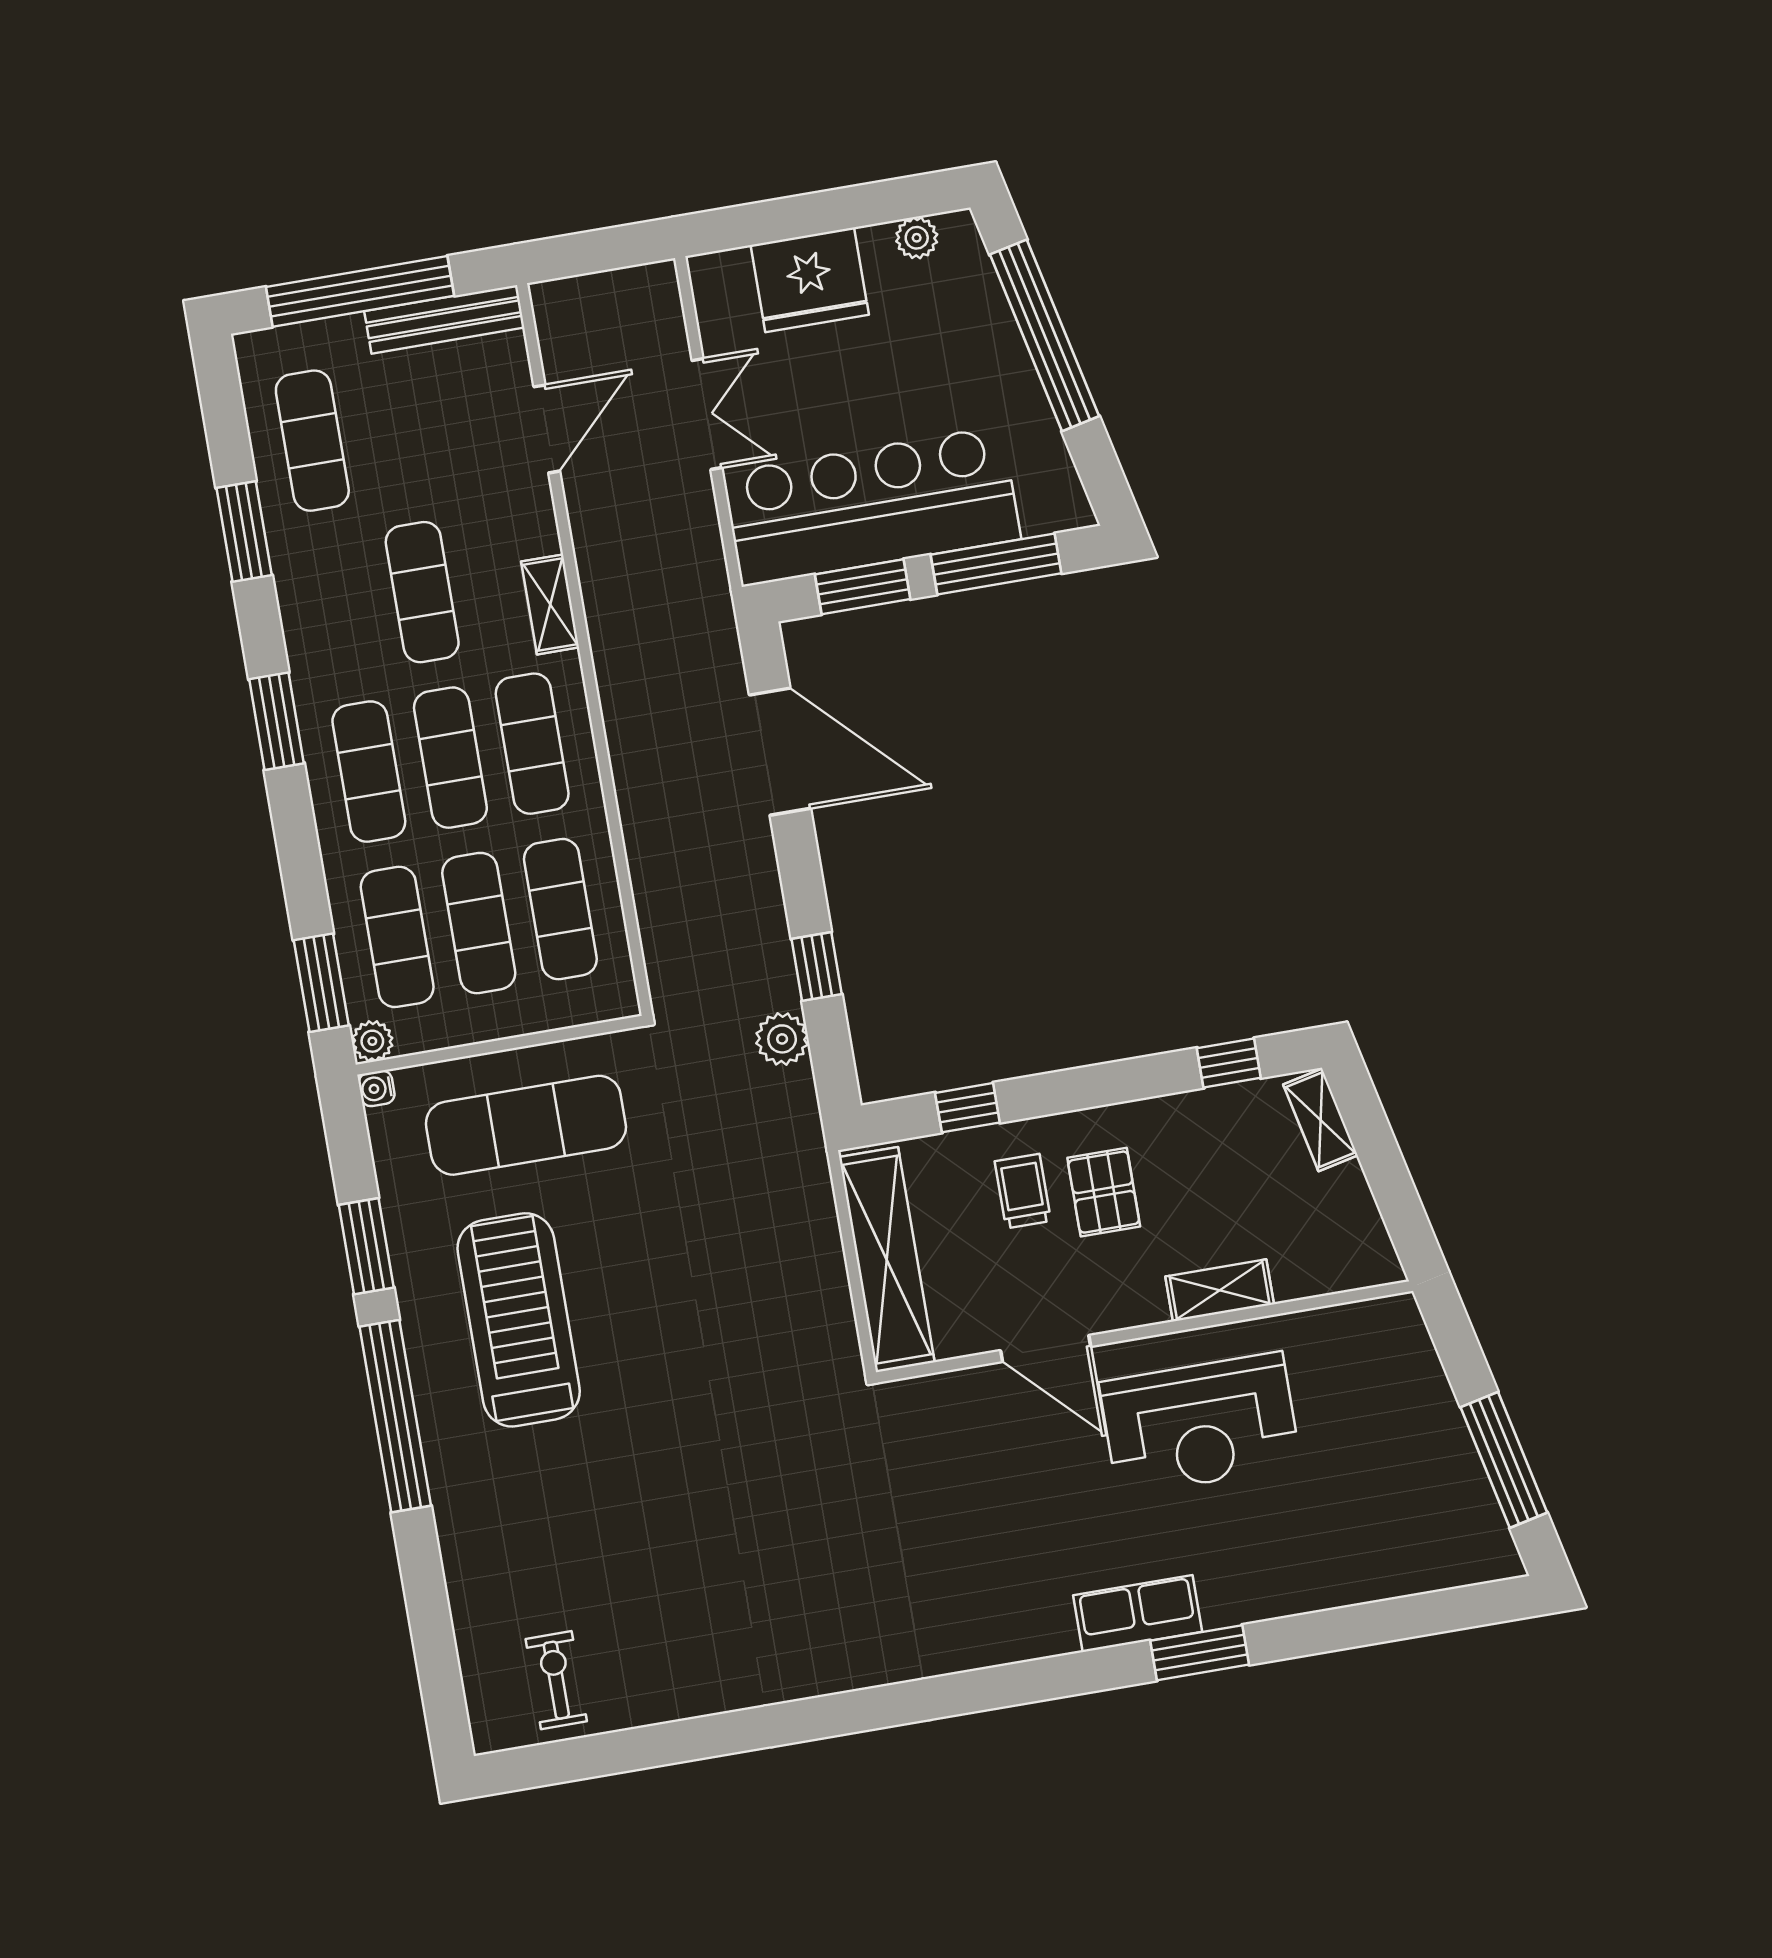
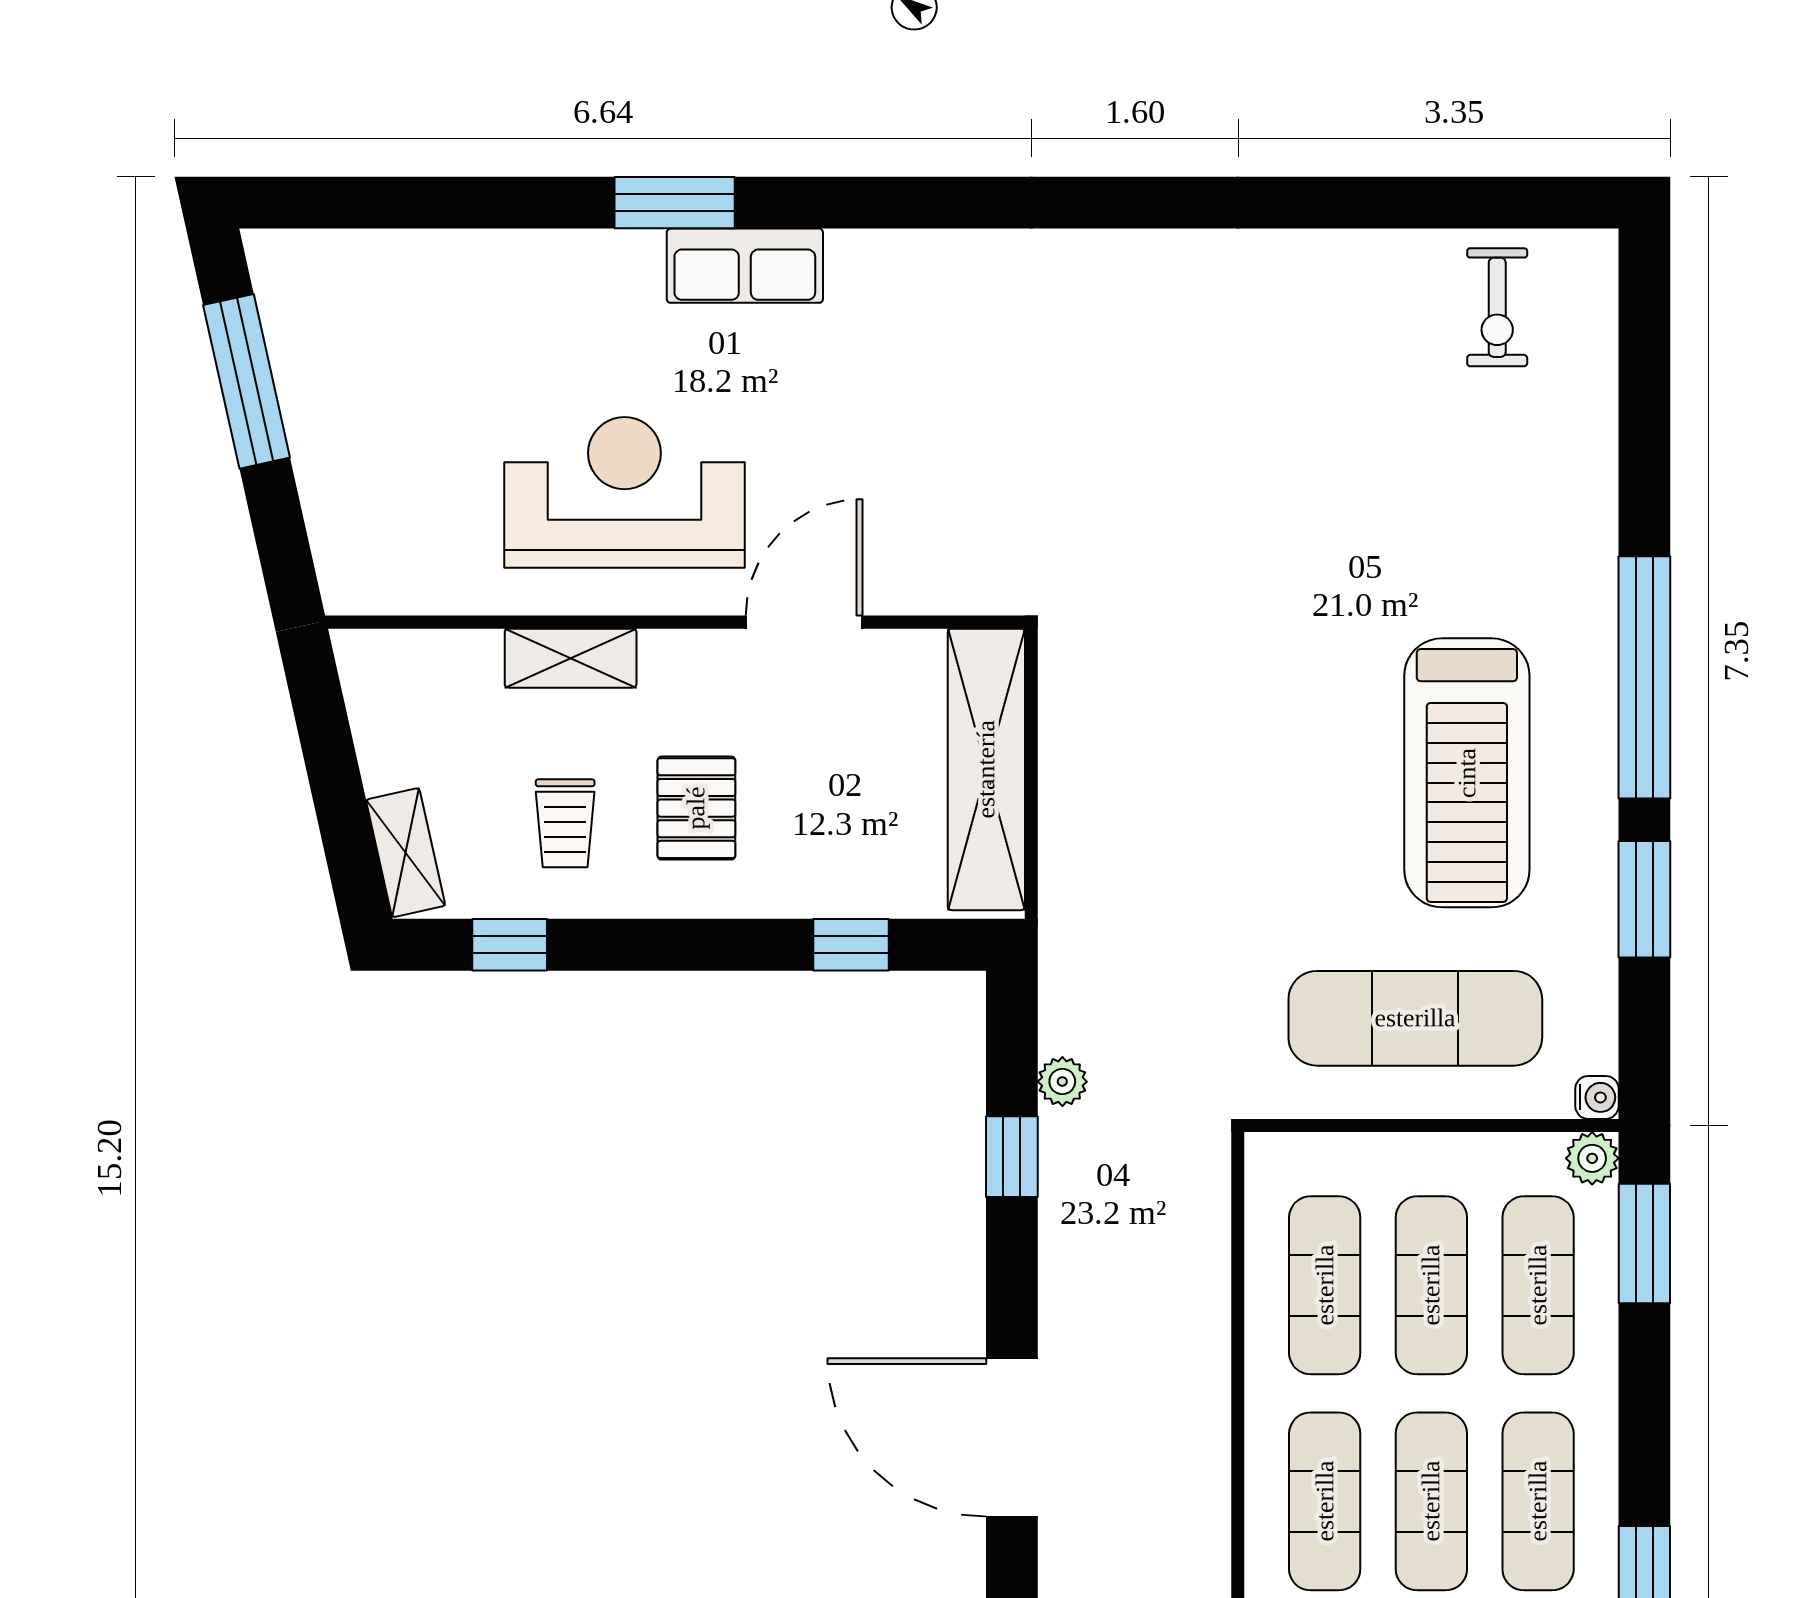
plant: (782, 1039) -> (1062, 1082), width x0.73, depth x0.73
trolley: (1023, 1191) -> (565, 823), moved
door: (1046, 1349) -> (804, 622), hinge flipped

